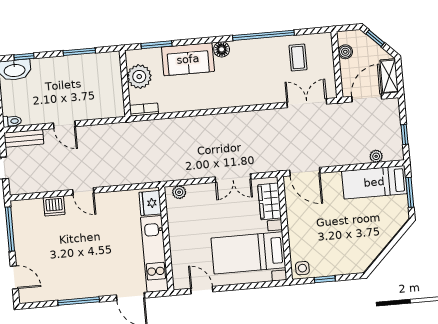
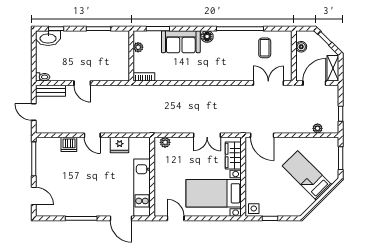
plant: (139, 77) -> (138, 47), width x0.53, depth x0.53
bed: (374, 182) -> (307, 175), moved, turned 45
fridge: (150, 203) -> (120, 145), moved, turned -90

